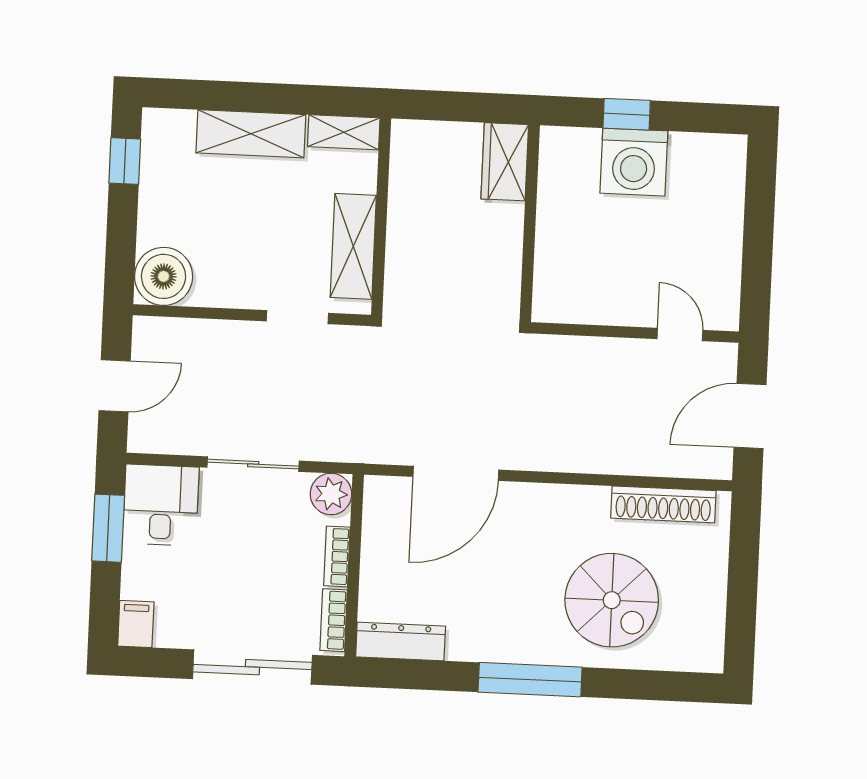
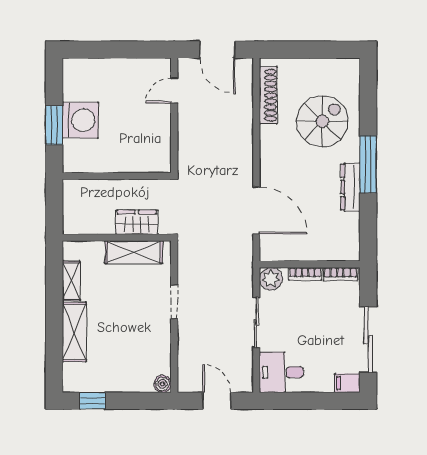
window: (627, 114) -> (54, 125), width x1.50
wardrobe: (505, 162) -> (137, 222), moved, turned 180
wall: (381, 217) -> (117, 238), moved
shelving: (353, 246) -> (134, 252), moved
boiler: (164, 276) -> (163, 384), width x0.54, depth x0.54
window: (108, 528) -> (295, 401), removed
dresser: (401, 642) -> (350, 187), moved
sliding door: (252, 667) -> (368, 340), moved

